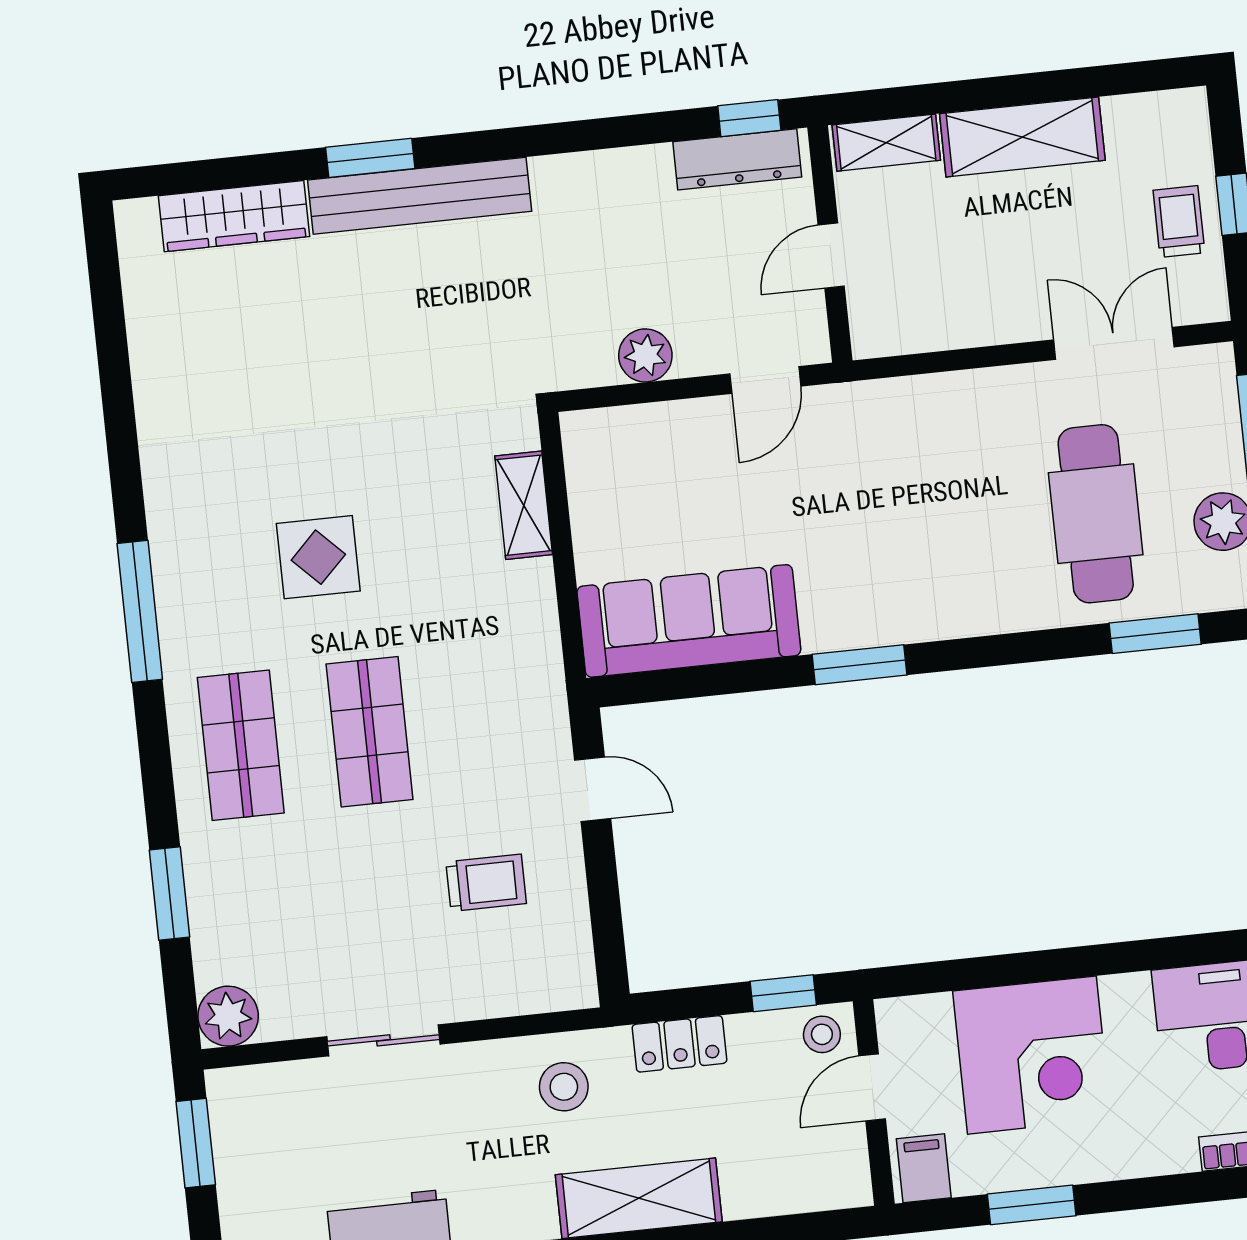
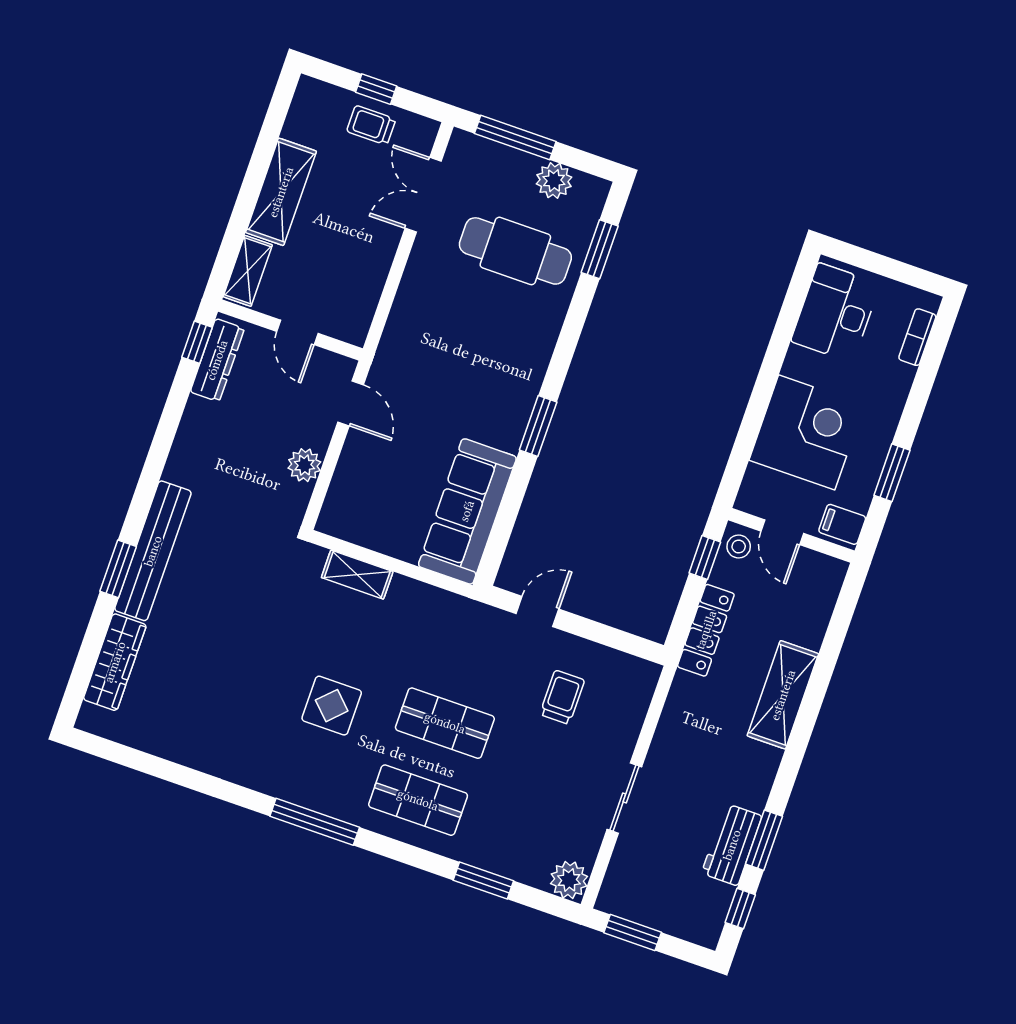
locker: (679, 1044) -> (706, 630), width x1.53
stool: (564, 1087) -> (699, 708), removed

